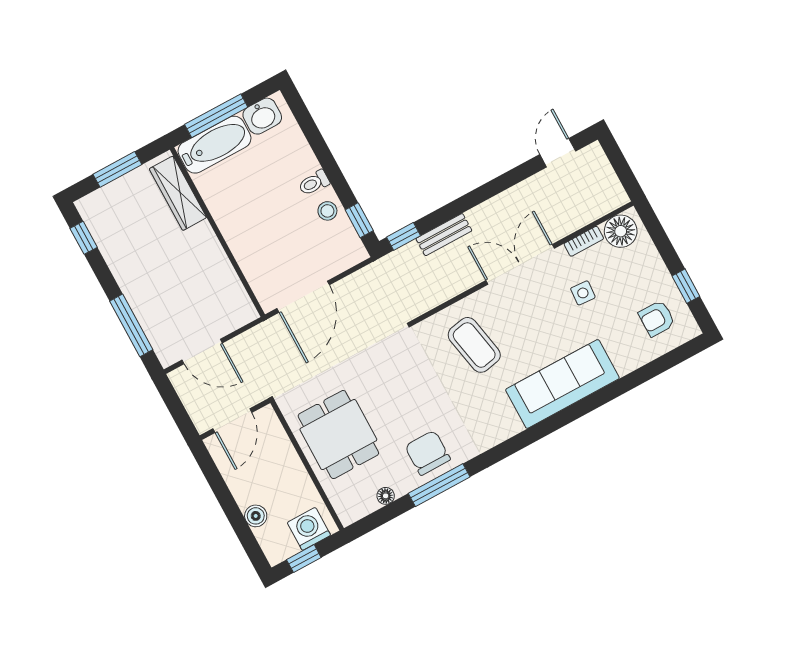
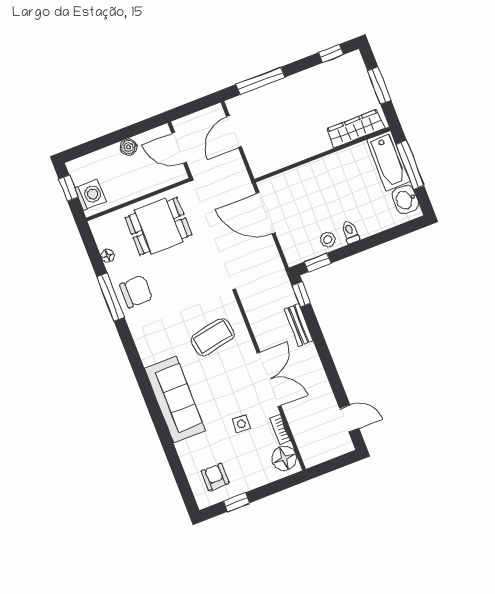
boiler: (256, 516) -> (128, 147), moved

